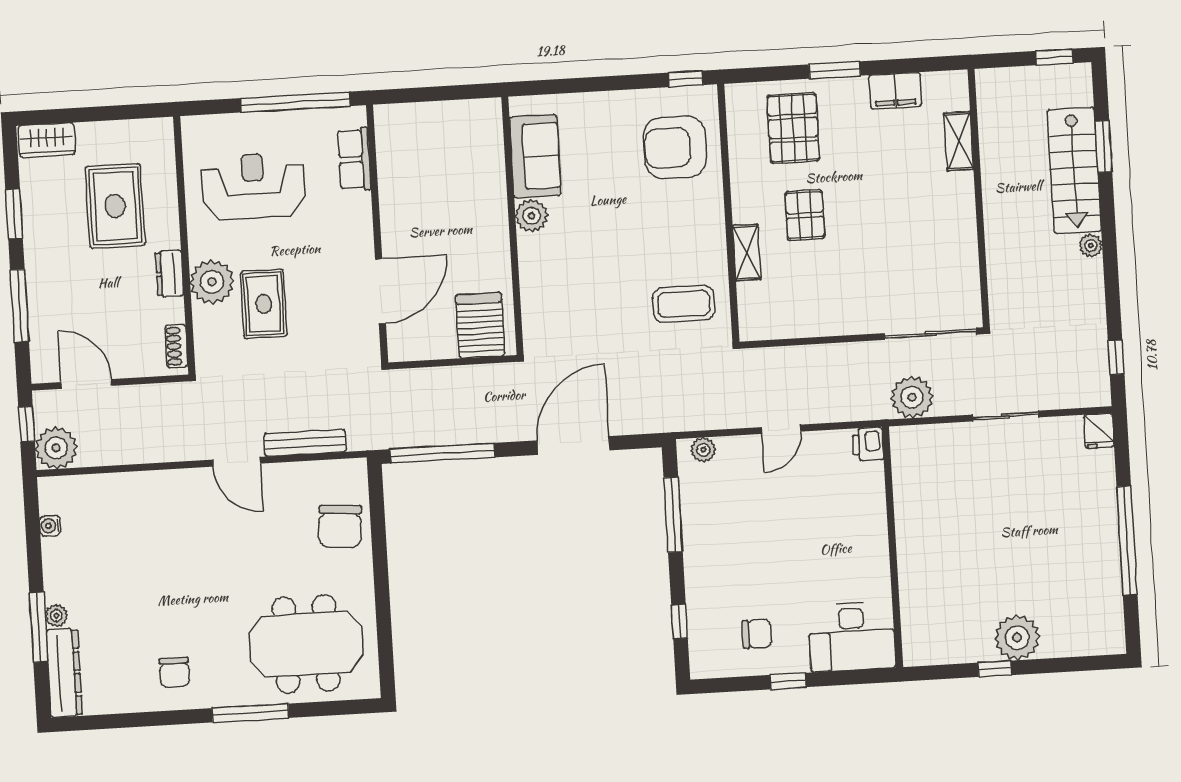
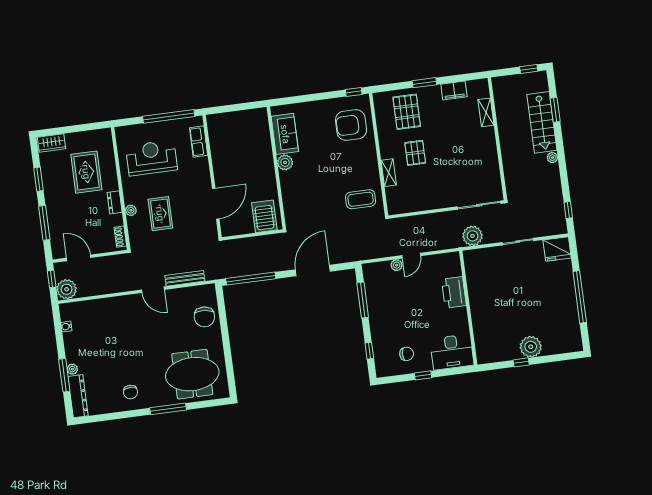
plant: (212, 282) -> (131, 210), width x0.53, depth x0.53
fridge: (1099, 431) -> (557, 249), width x1.88, depth x1.34
printer: (868, 444) -> (454, 292), moved, width x1.87, depth x1.48
plant: (703, 450) -> (397, 265), moved

